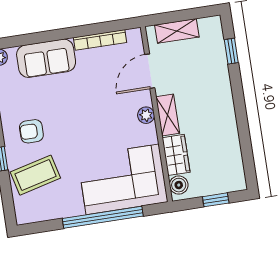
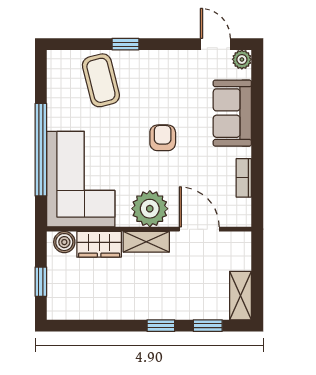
shelving: (177, 31) -> (240, 296), moved
bookcase: (100, 40) -> (244, 178), width x0.64
window: (237, 91) -> (161, 326), added
plant: (146, 115) -> (150, 209), width x1.87, depth x1.87
armchair: (31, 131) -> (163, 138), moved

